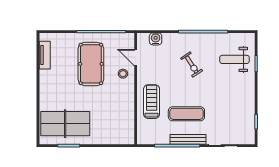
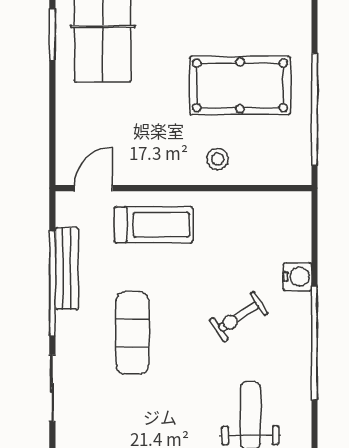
water cooler: (156, 39) -> (297, 277), moved
door: (136, 58) -> (94, 188), moved
exercise mat: (186, 114) -> (132, 333), moved
bench: (188, 139) -> (67, 269), moved

